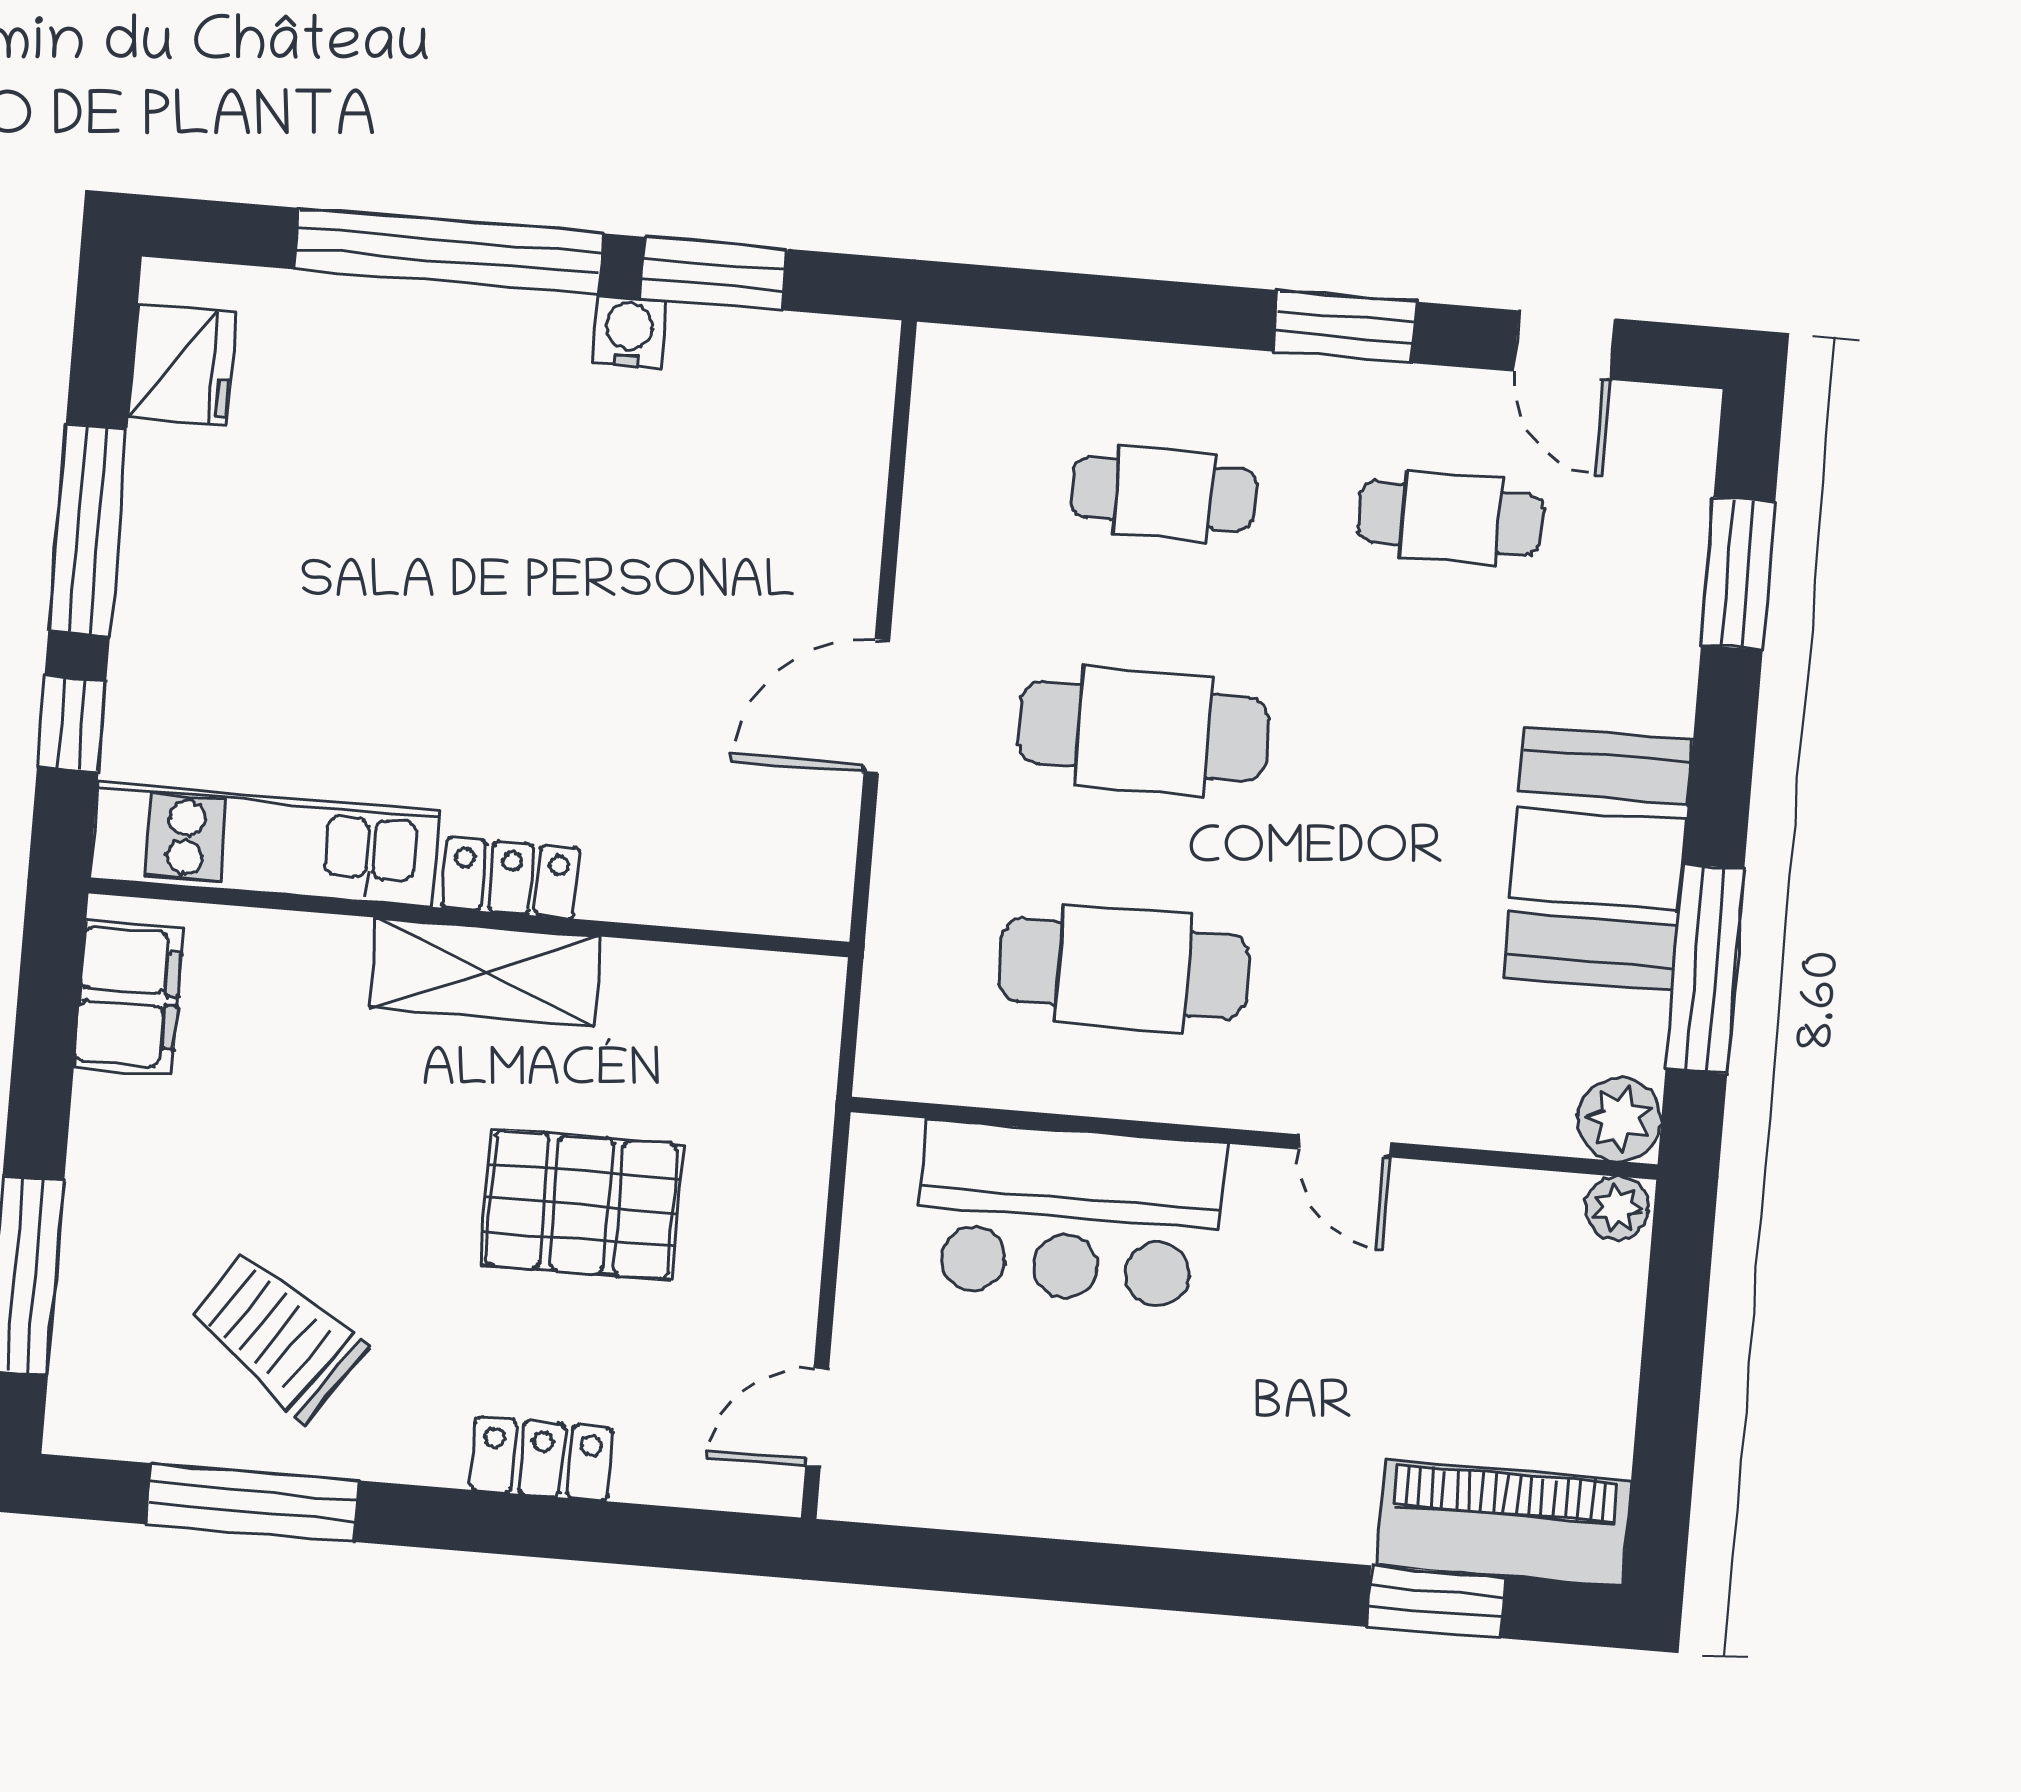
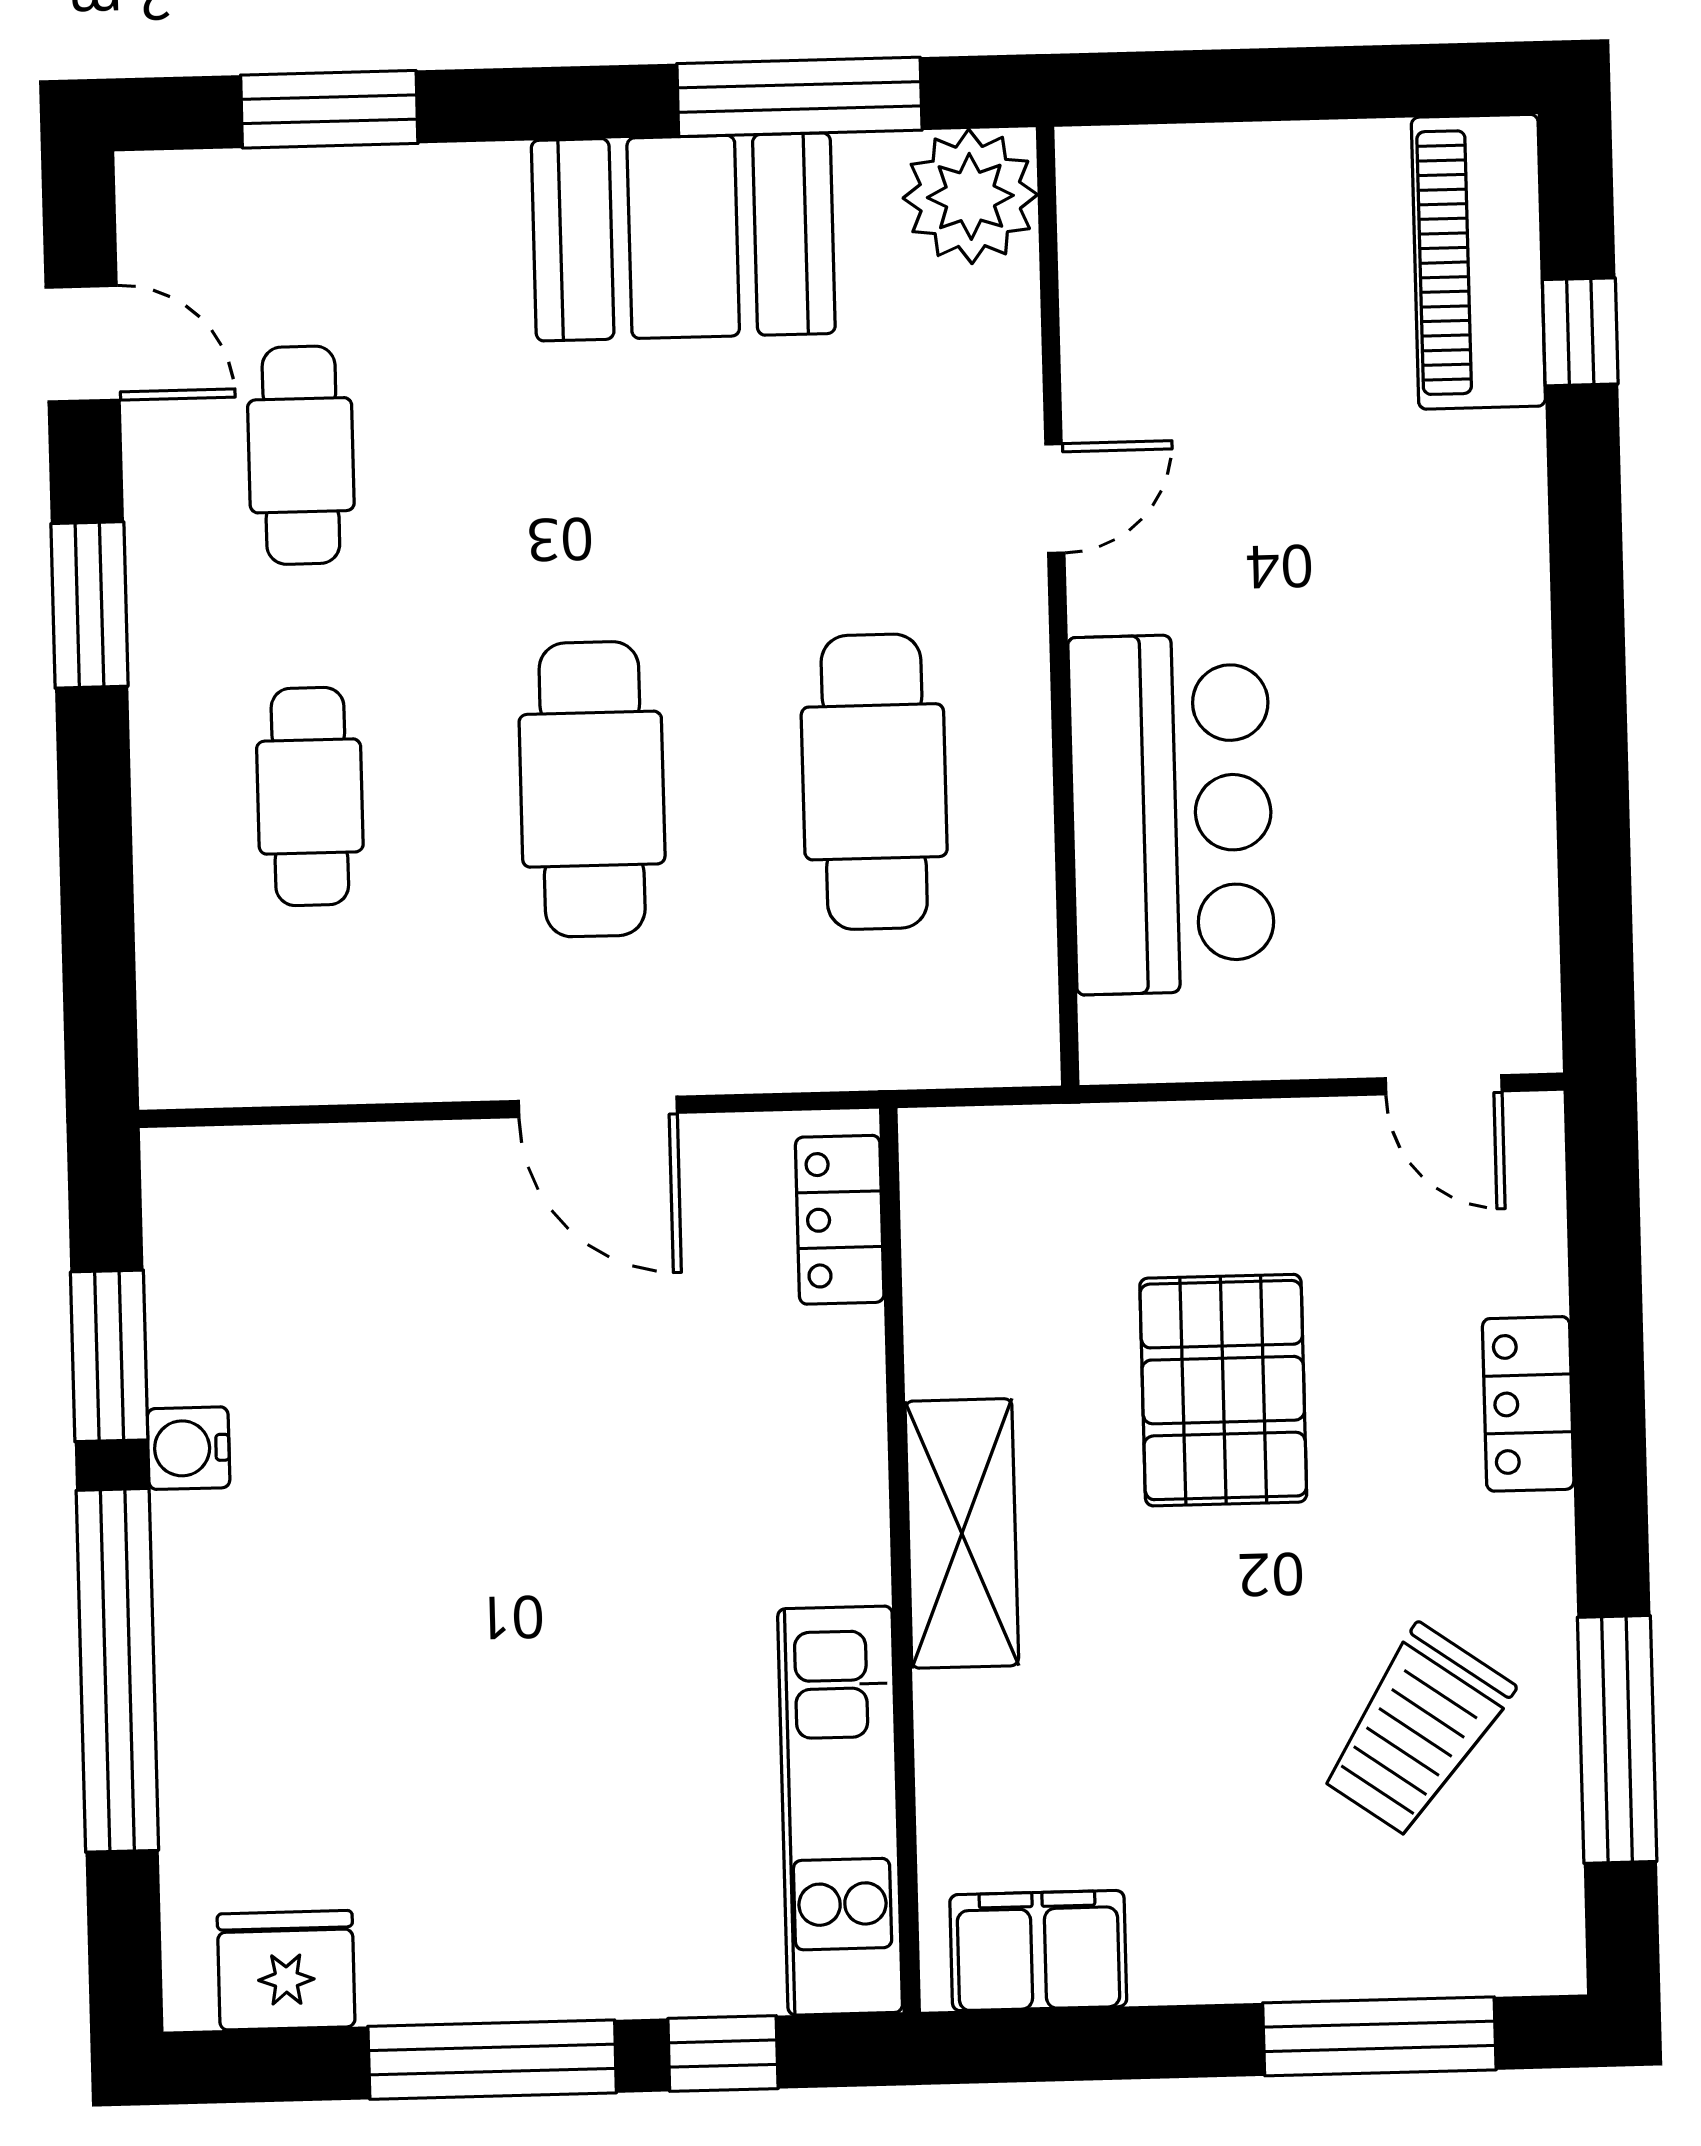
door: (1564, 345) -> (83, 344), hinge flipped
locker: (511, 878) -> (840, 1220), moved
plant: (1620, 1119) -> (970, 196), width x1.36, depth x1.36
plant: (1617, 1208) -> (1093, 169), removed
window: (1436, 1602) -> (1580, 332), width x0.67

